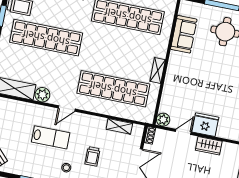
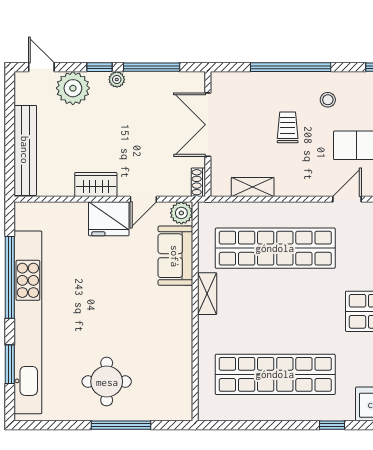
sofa: (184, 34) -> (175, 256), moved

